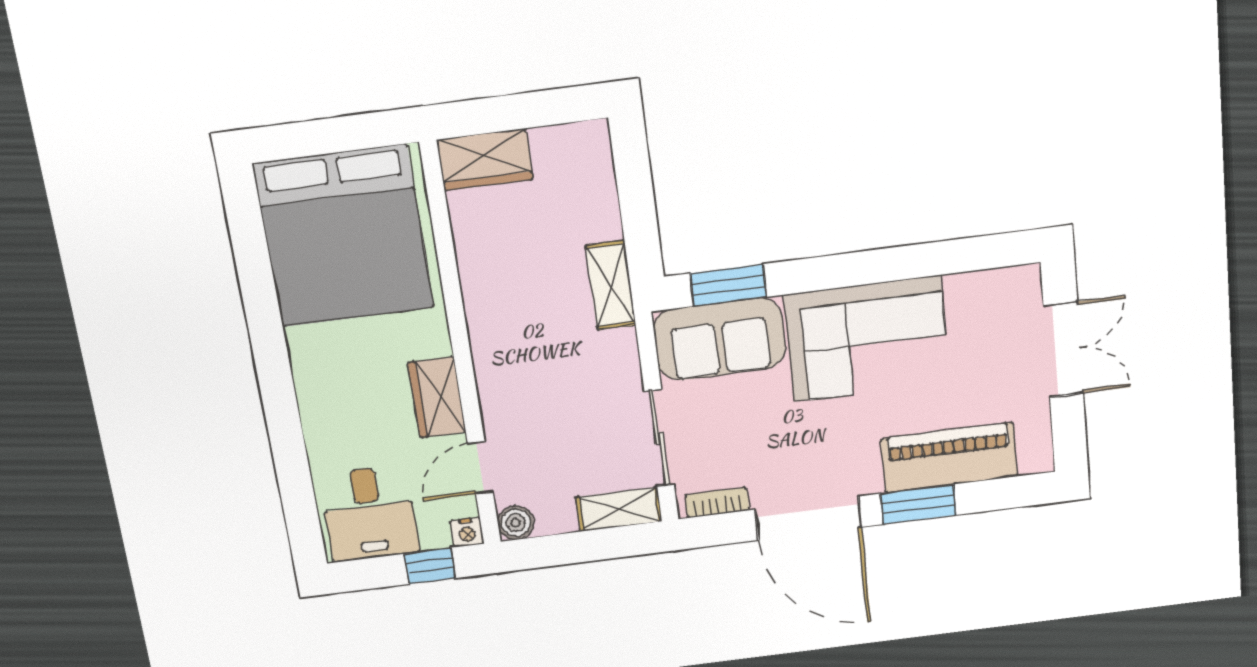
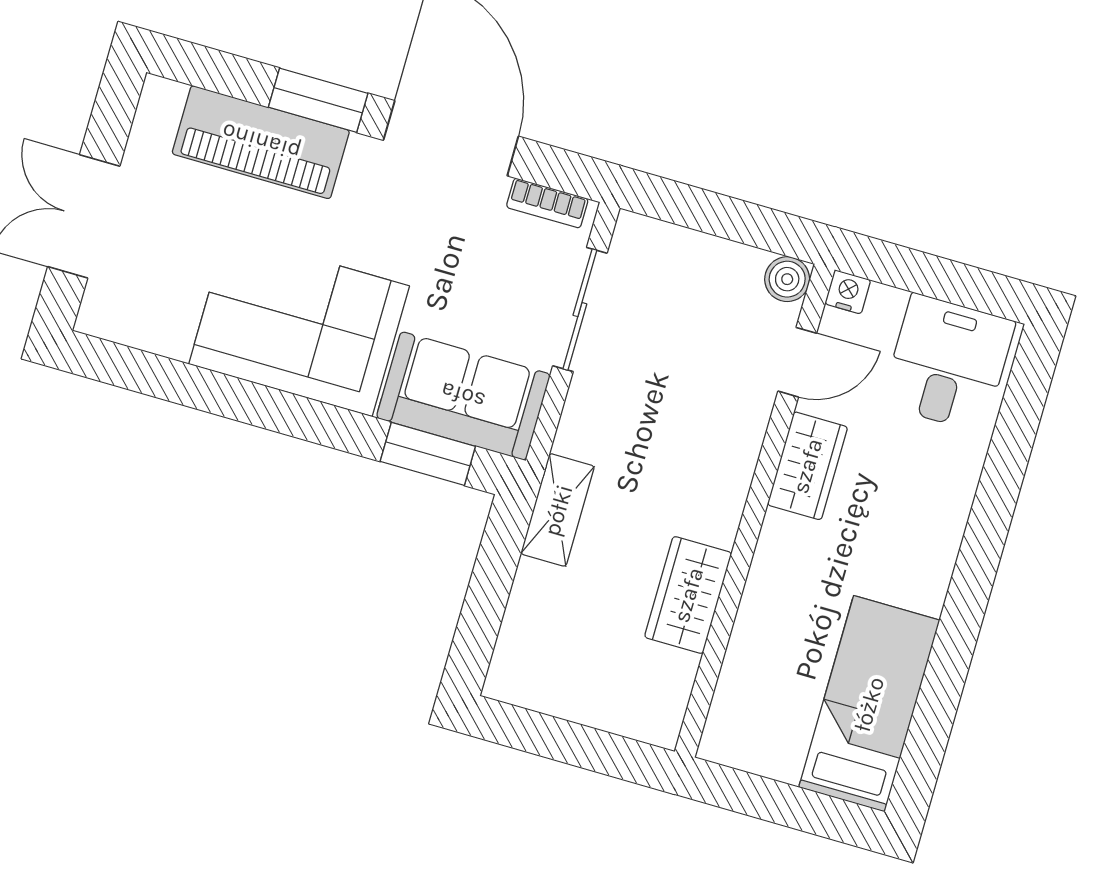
wardrobe: (485, 160) -> (688, 595), moved, turned -90
bed: (344, 236) -> (869, 704), width x0.49
shelving: (619, 509) -> (662, 244), removed
window: (430, 566) -> (909, 270), removed

